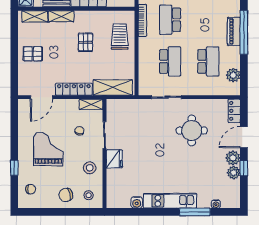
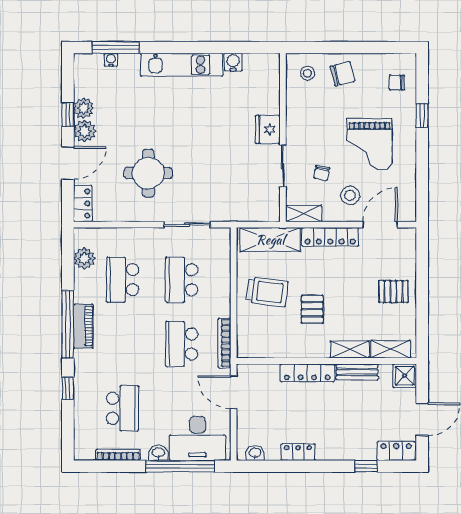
school desk: (170, 20) -> (182, 344), turned 180
trolley: (120, 36) -> (267, 292), moved, turned -83
stool: (90, 168) -> (350, 195), moved
window: (195, 212) -> (116, 48), moved

